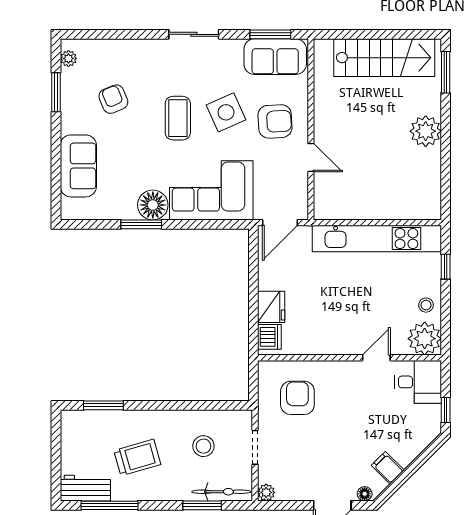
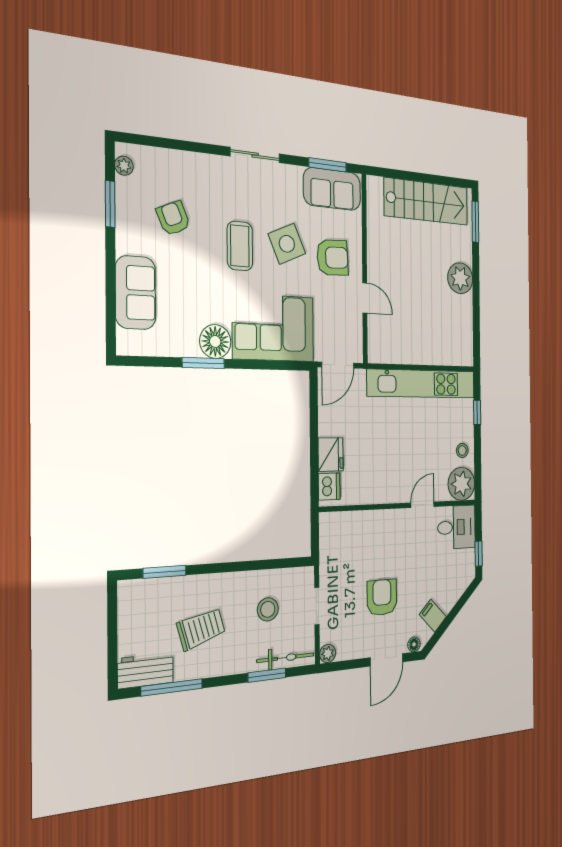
armchair: (297, 398) -> (382, 597), moved

